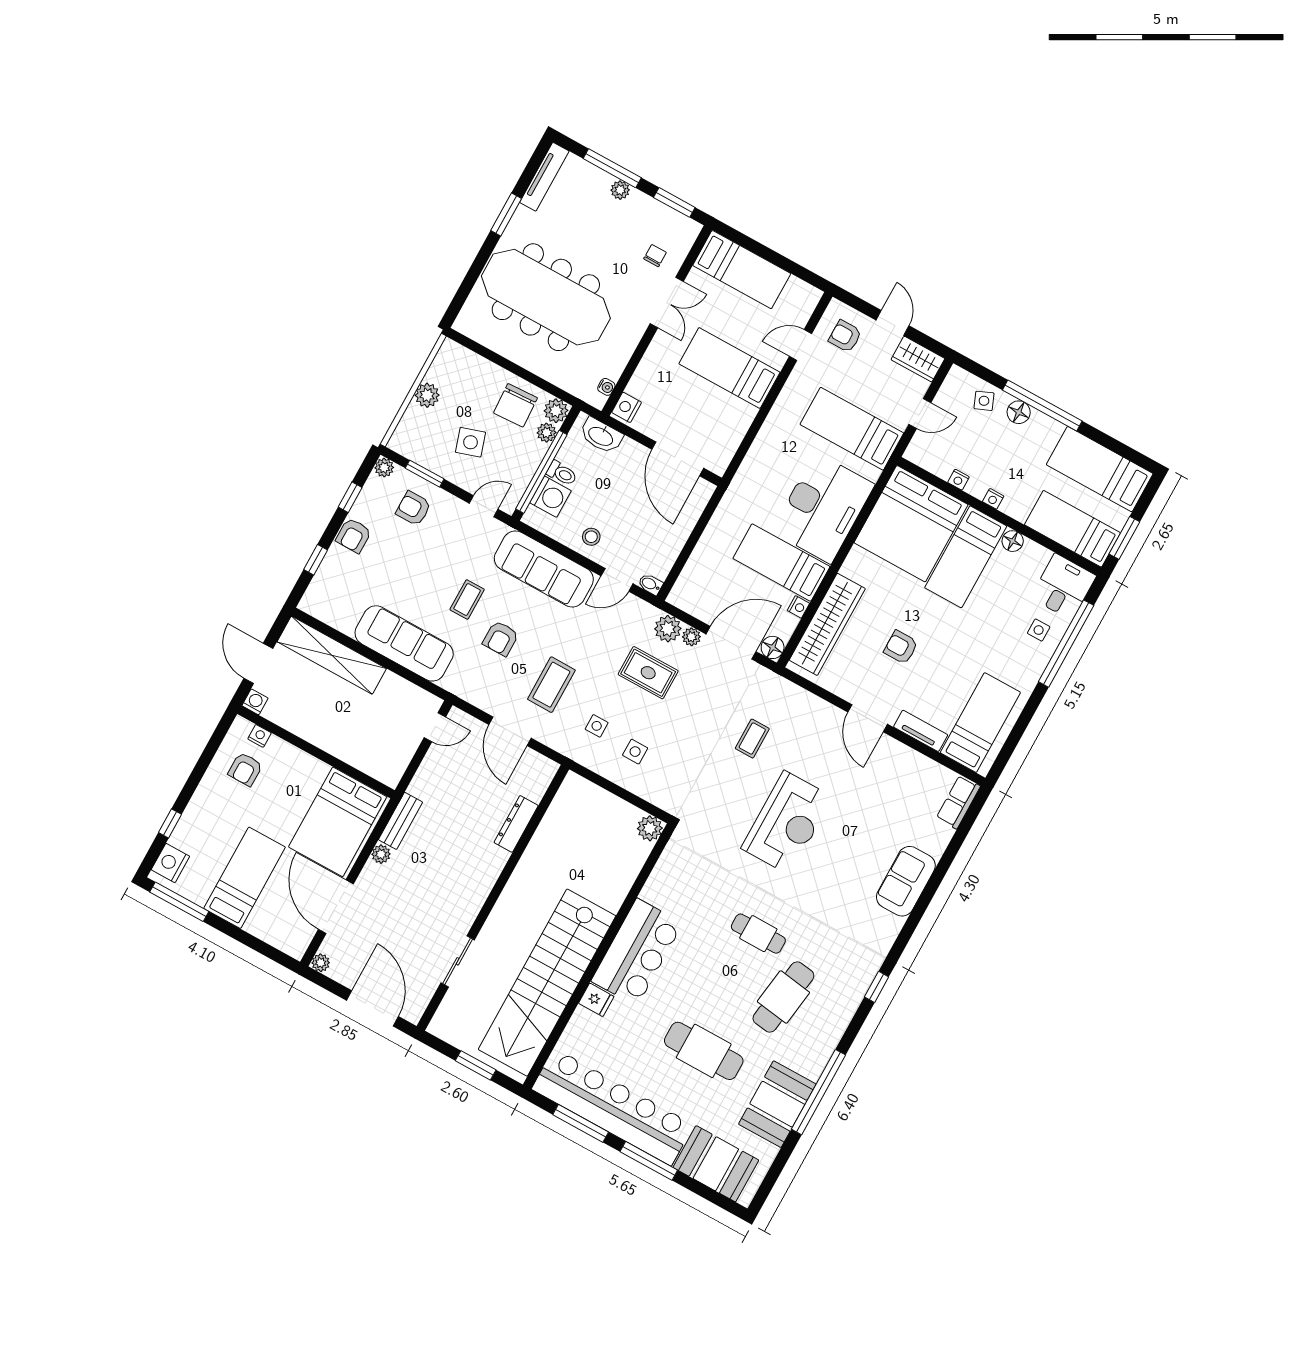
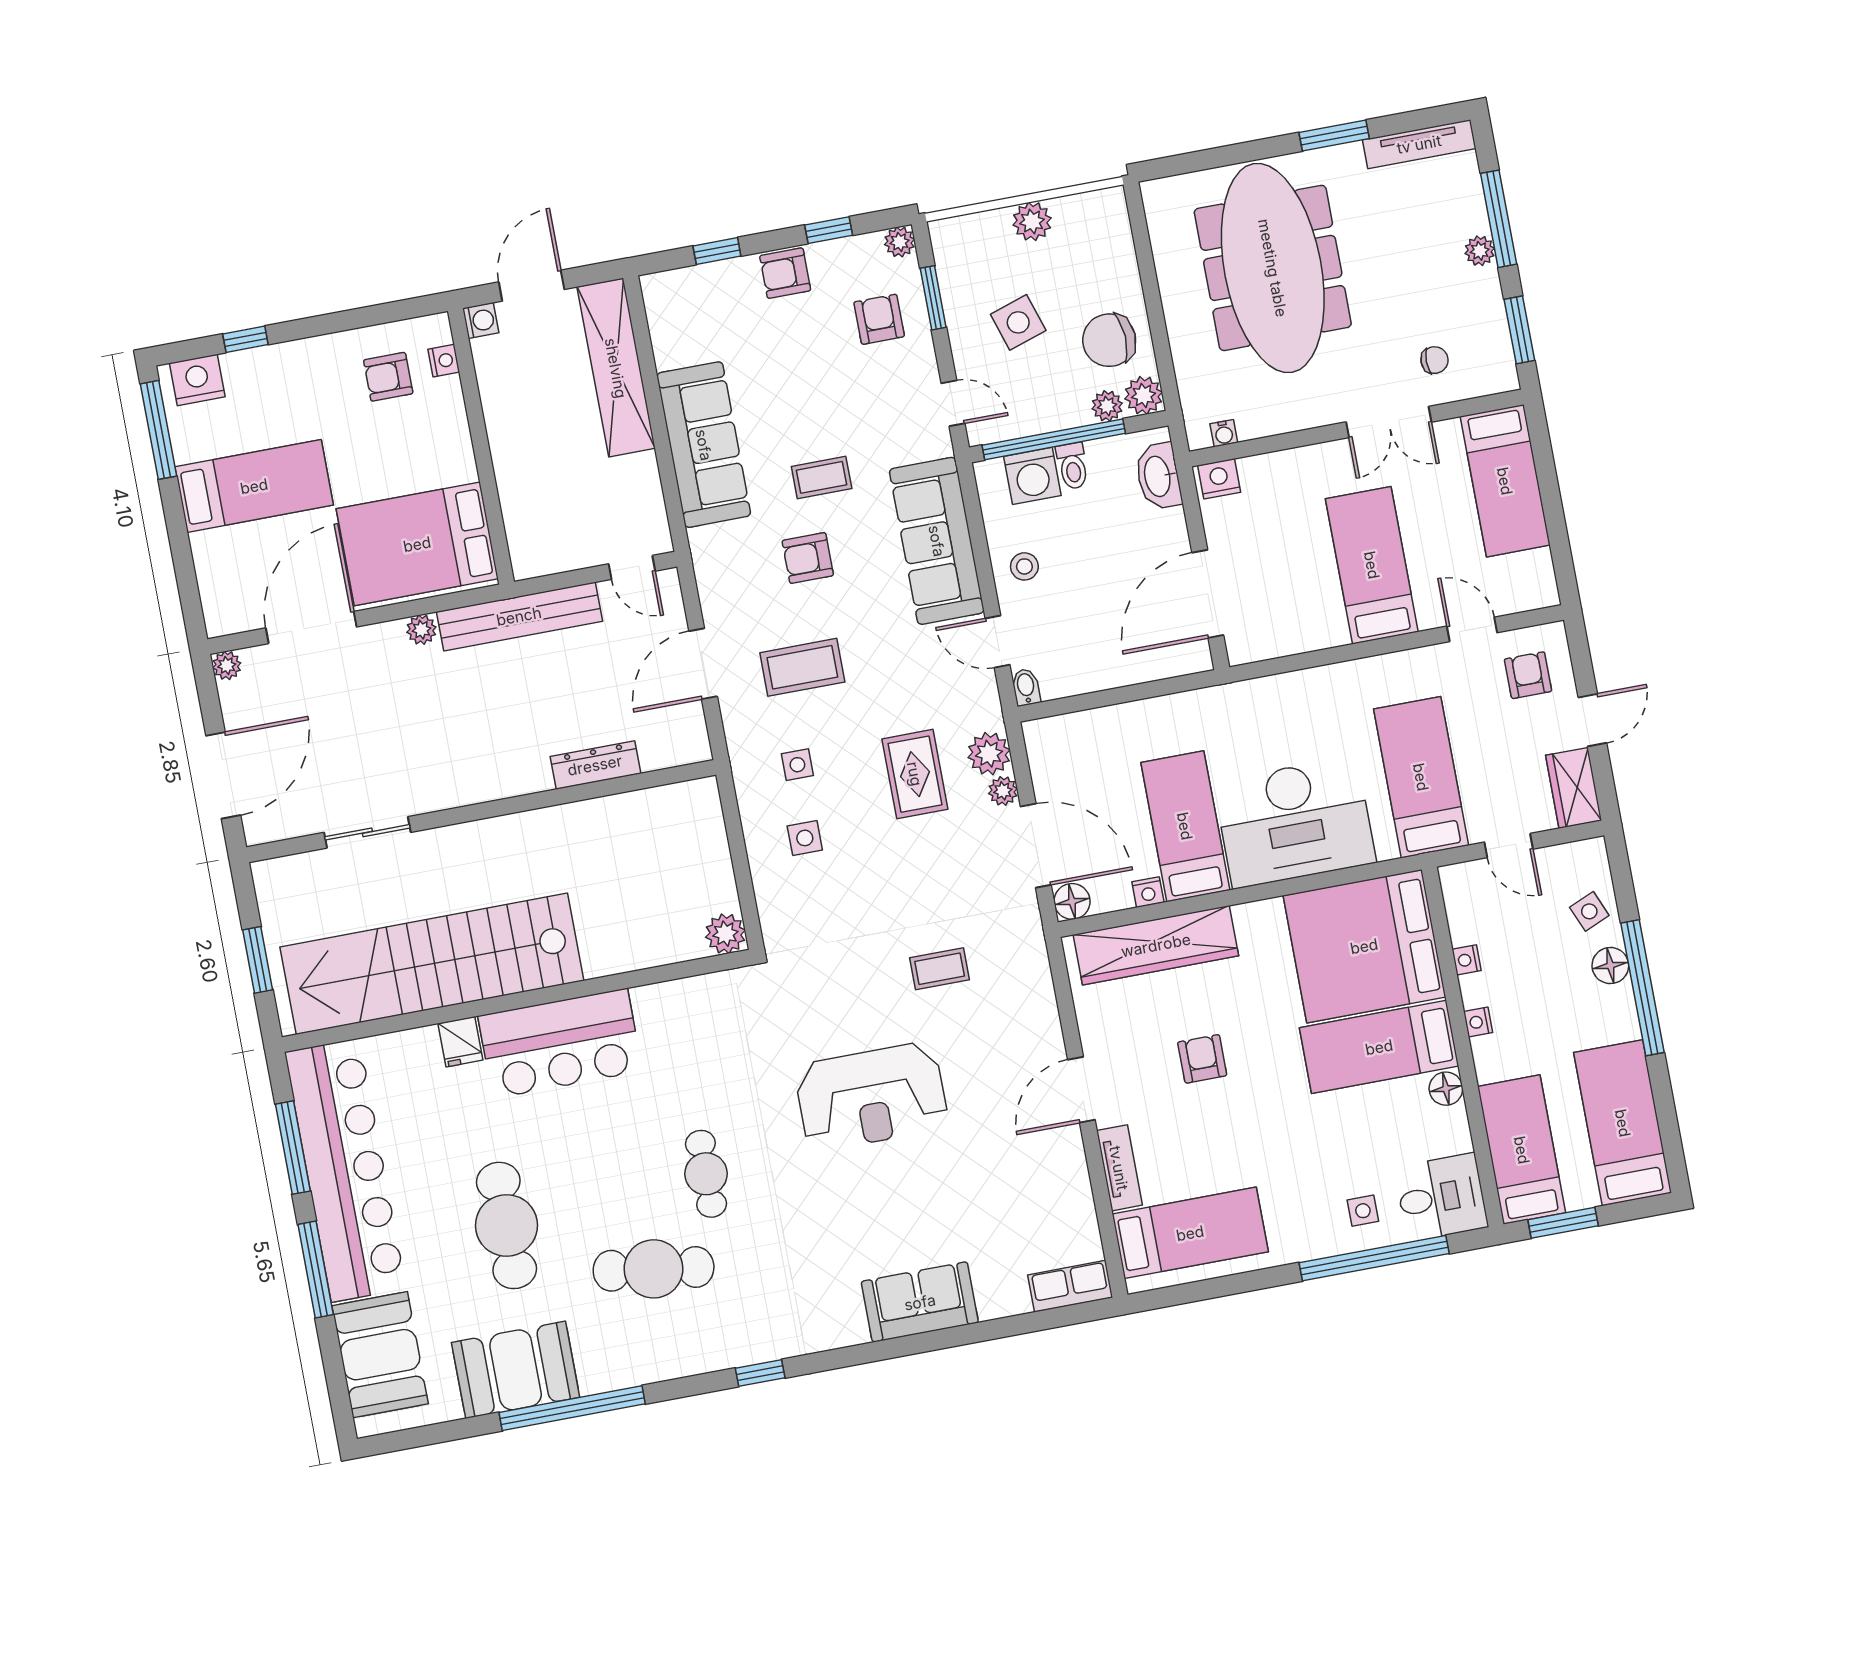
bench: (400, 821) -> (519, 616), width x1.86, depth x1.21

